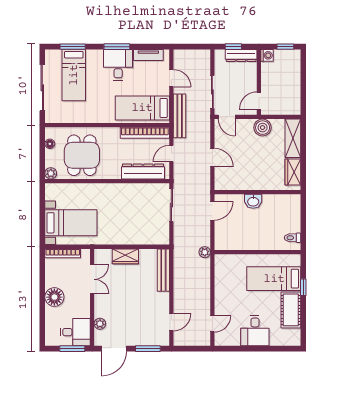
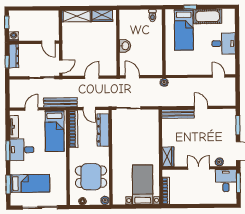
boiler: (263, 128) -> (69, 39), removed
wardrobe: (125, 256) -> (168, 157), moved
double door: (92, 279) -> (199, 168), moved
floor lamp: (54, 297) -> (199, 197), removed
door: (171, 322) -> (201, 107), moved

